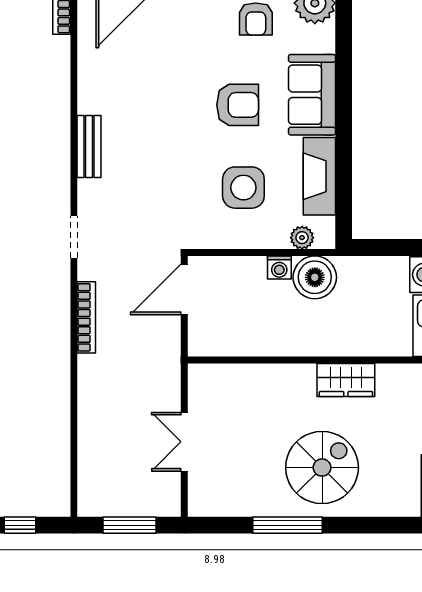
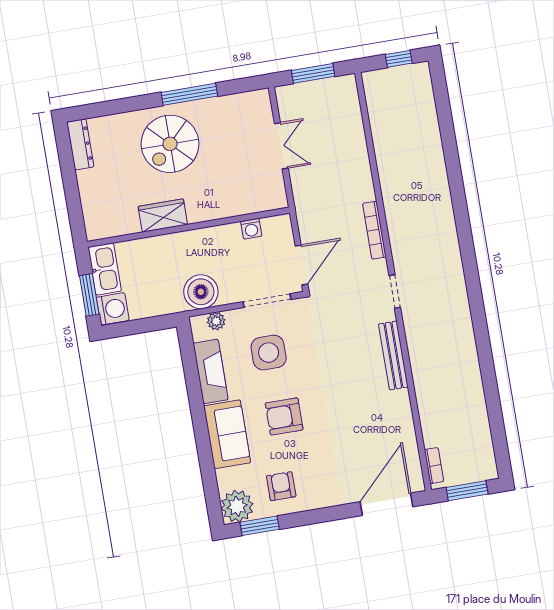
bench: (89, 146) -> (393, 355), width x1.36
doorway: (235, 252) -> (267, 301), added
washing machine: (279, 267) -> (251, 229), moved, turned 180

